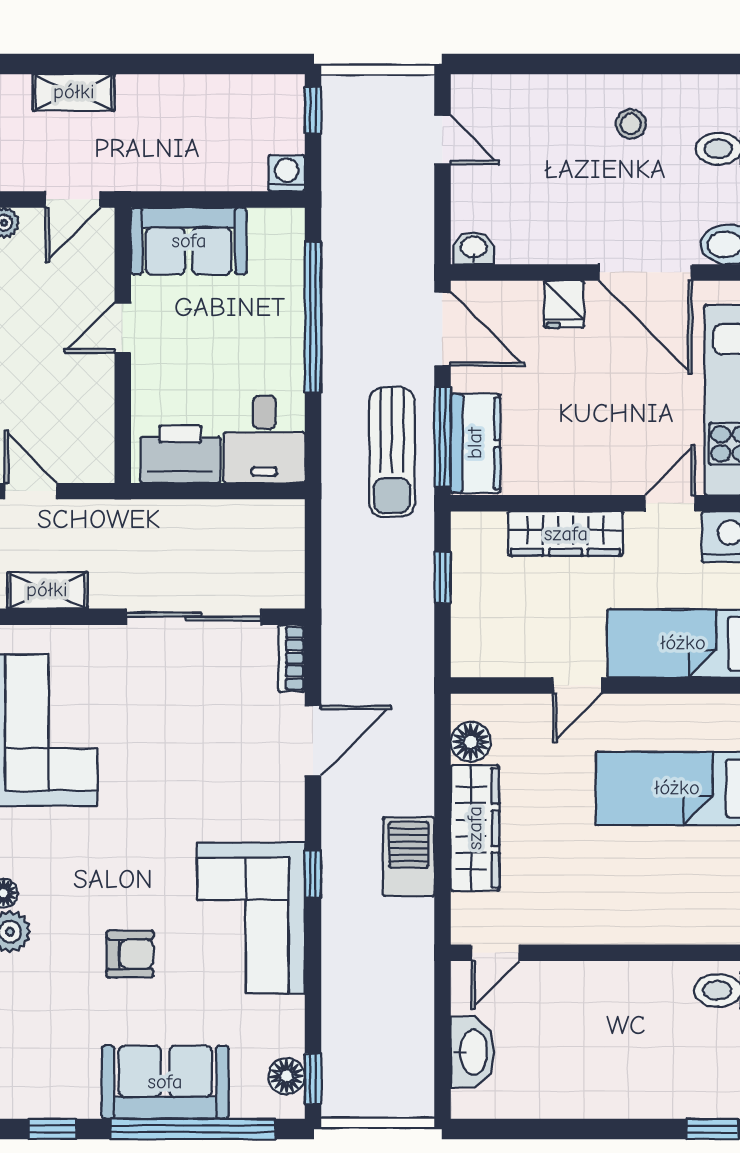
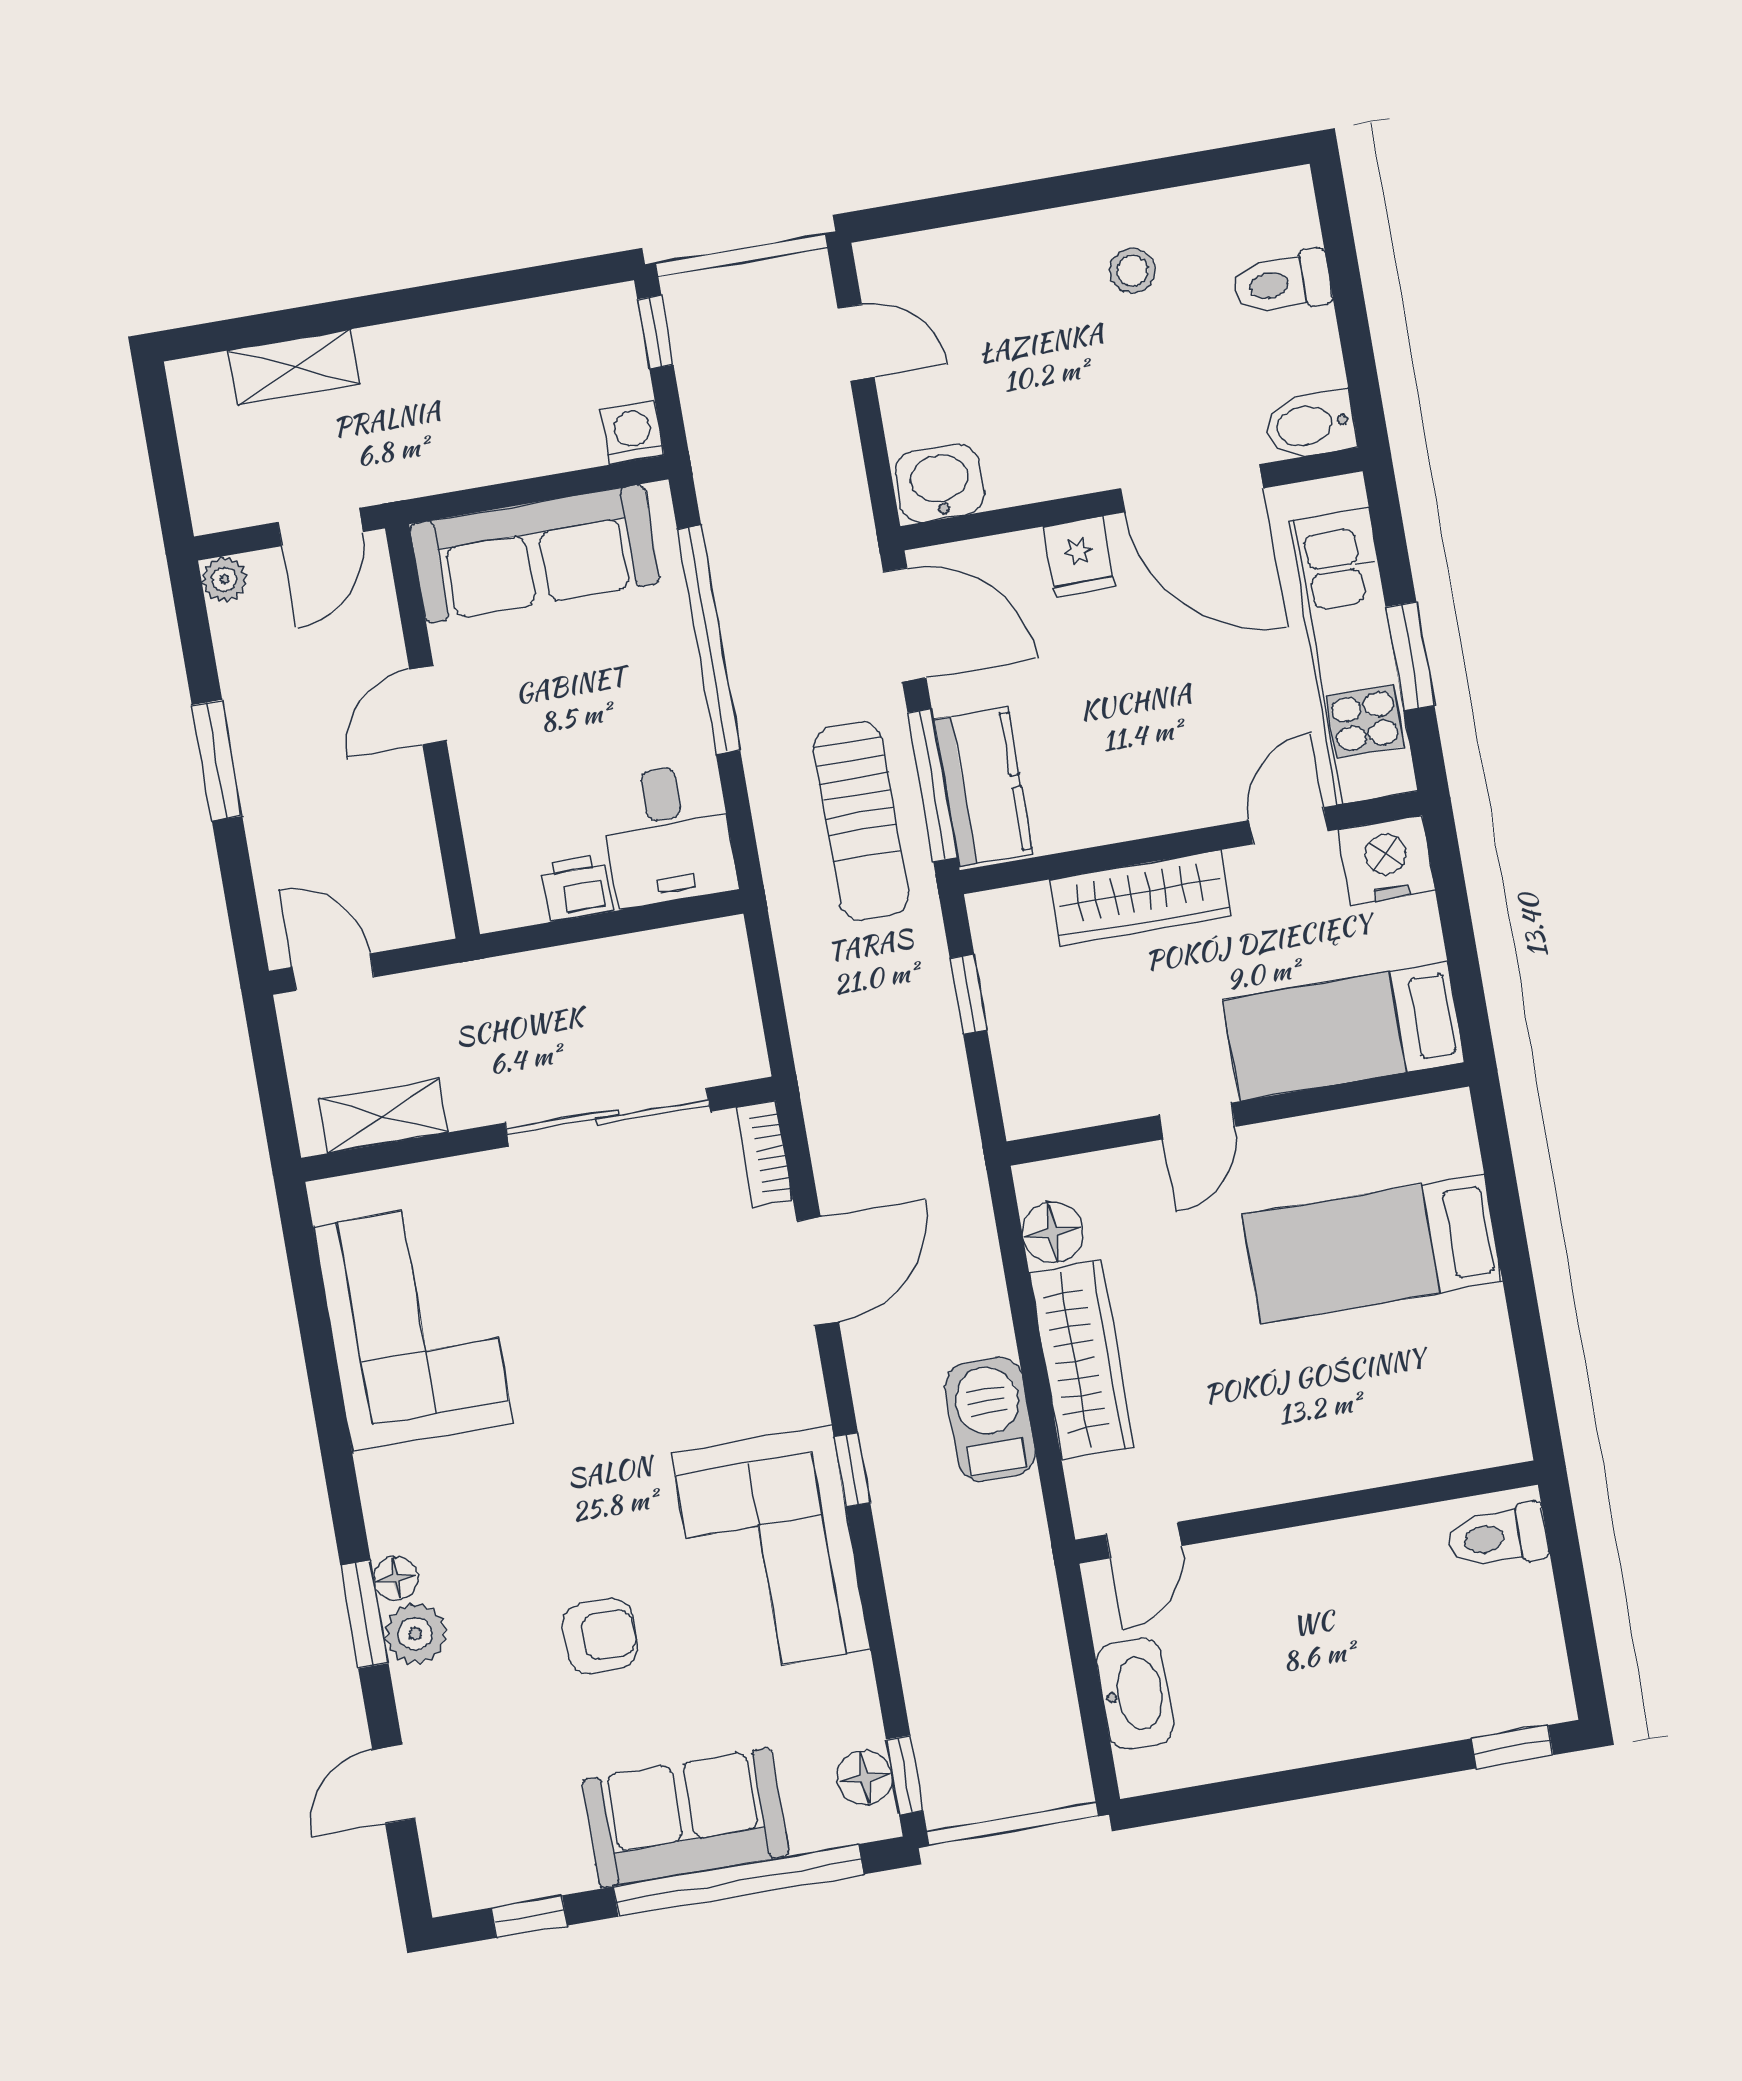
sofa: (189, 241) -> (535, 554), width x1.36
washbasin: (474, 248) -> (940, 483), width x1.38, depth x1.45
printer: (180, 454) -> (577, 888), width x0.53, depth x0.68

